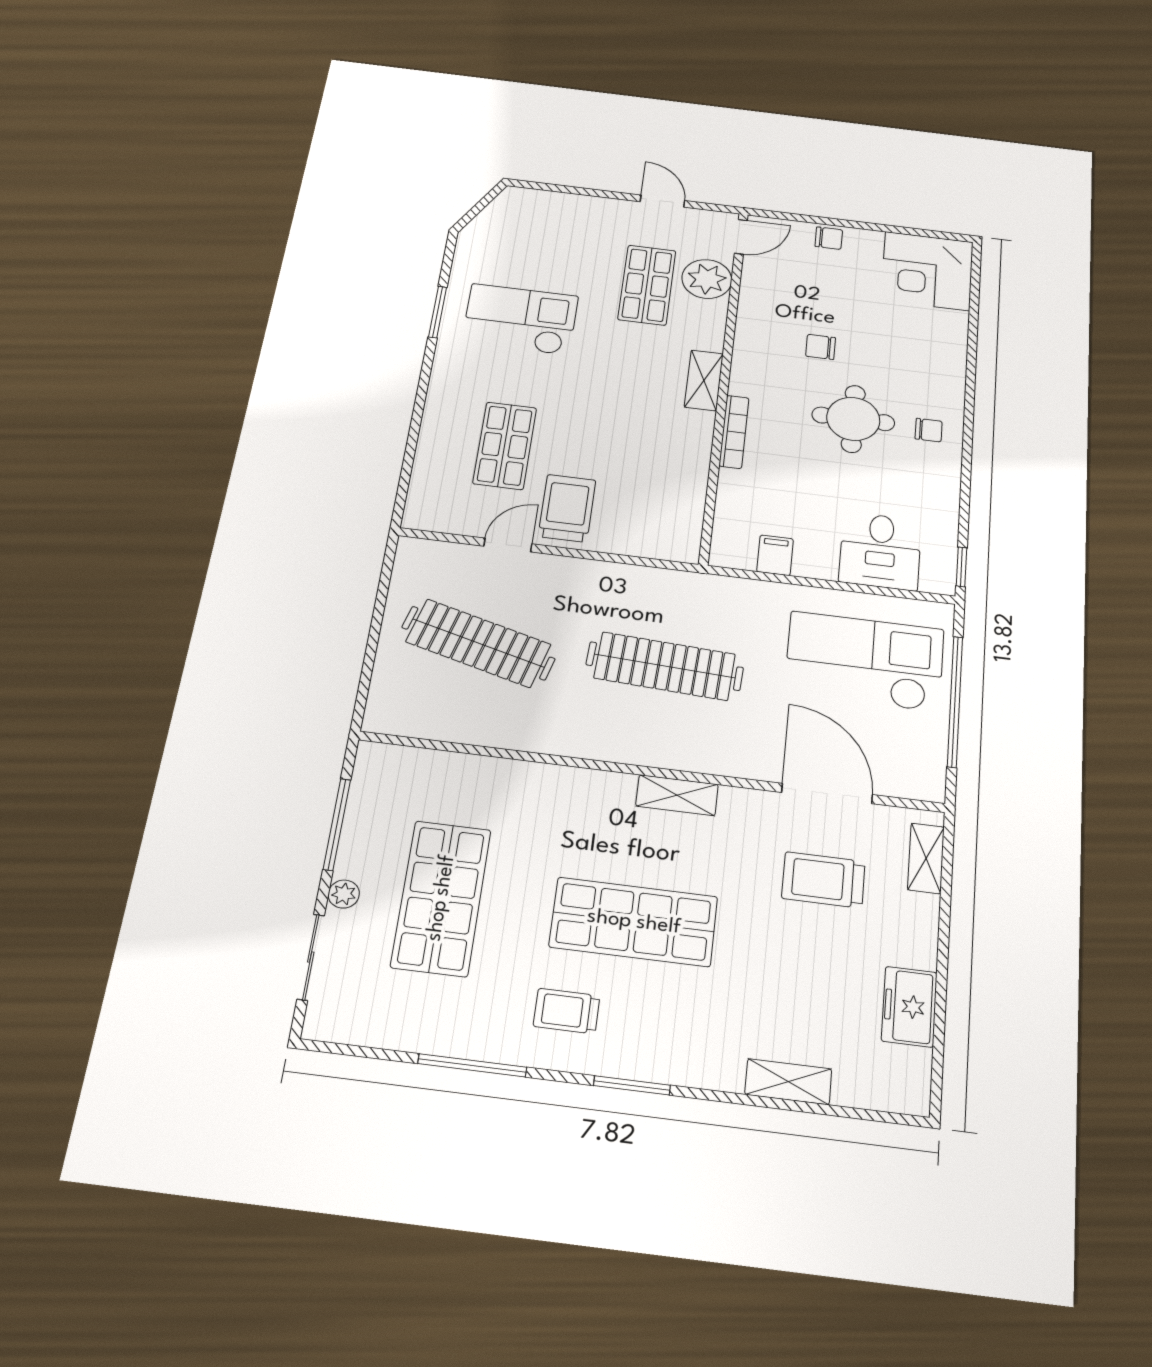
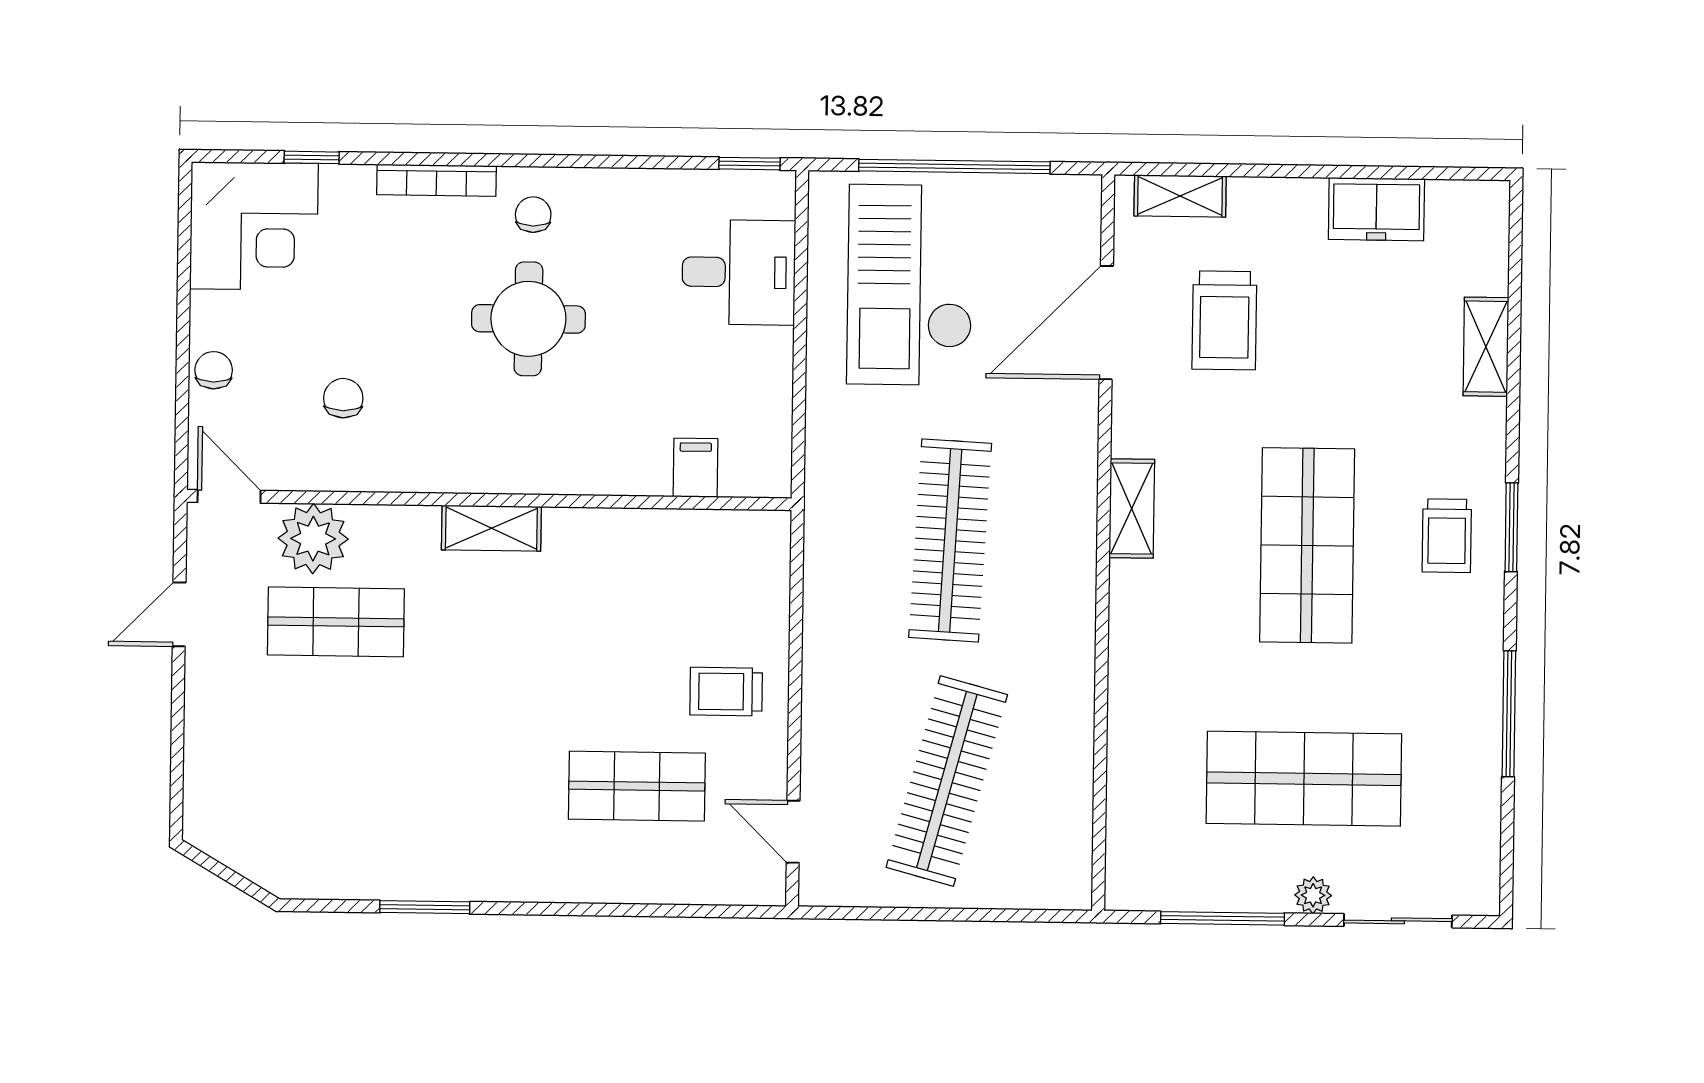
window: (974, 308) -> (312, 157), added
checkout: (520, 319) -> (421, 792), removed
chair: (821, 347) -> (343, 398), moved, turned 180
bookcase: (734, 432) -> (436, 180), moved, turned 180
trolley: (567, 508) -> (726, 692), width x0.73, depth x0.72
door: (508, 545) -> (793, 832), moved
filing cabinet: (775, 555) -> (696, 468), moved, turned 90
trolley: (567, 1011) -> (1447, 536), moved

